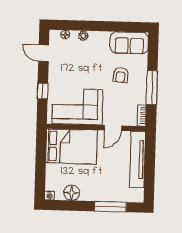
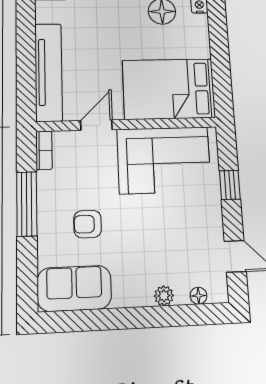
armchair: (121, 75) -> (88, 224), turned -96

